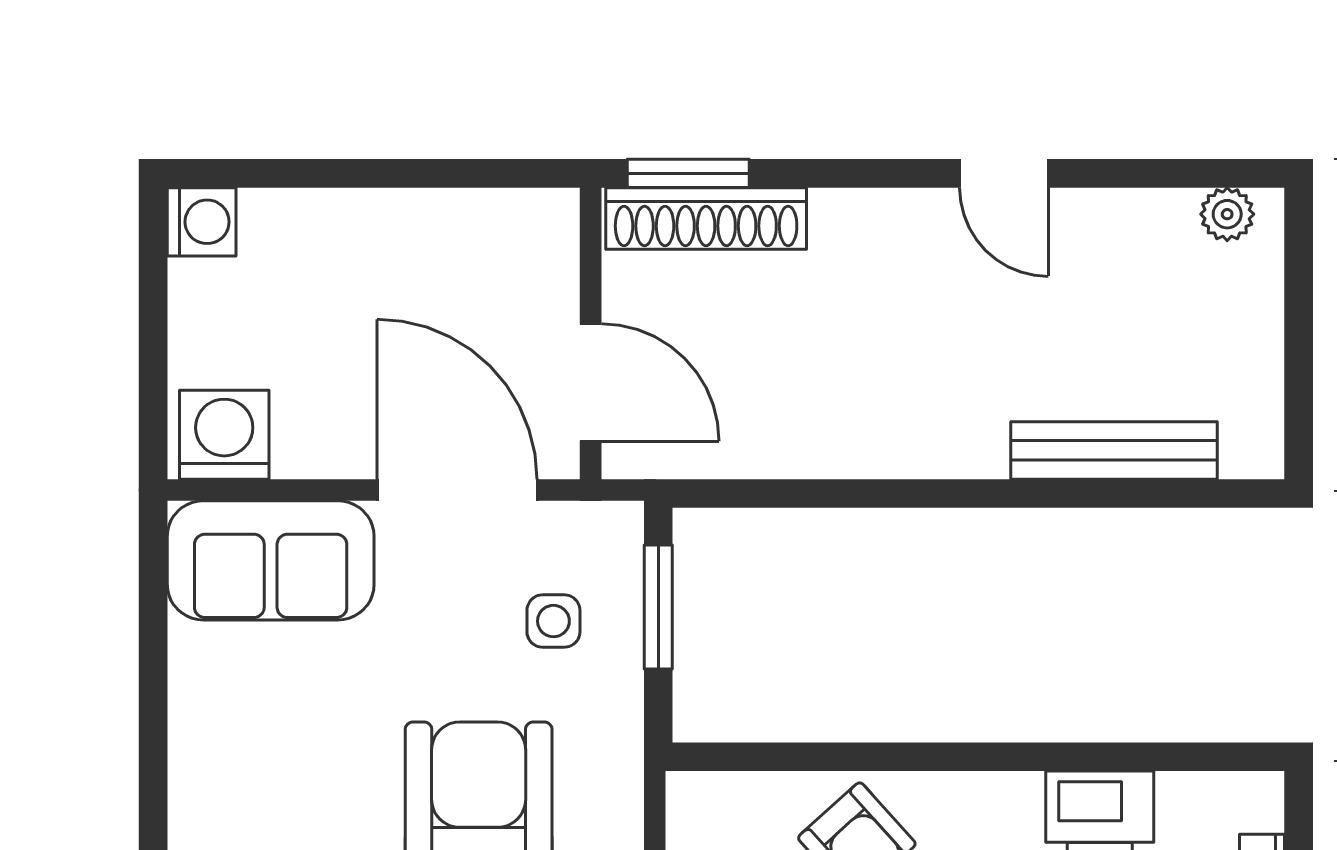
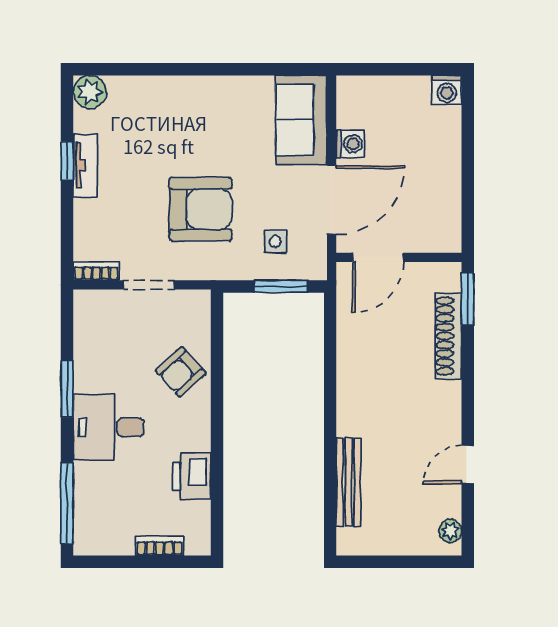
door: (1004, 173) -> (468, 465), moved
shoe rack: (706, 219) -> (448, 336), moved
washing machine: (224, 435) -> (350, 144), moved, width x0.73, depth x0.73

